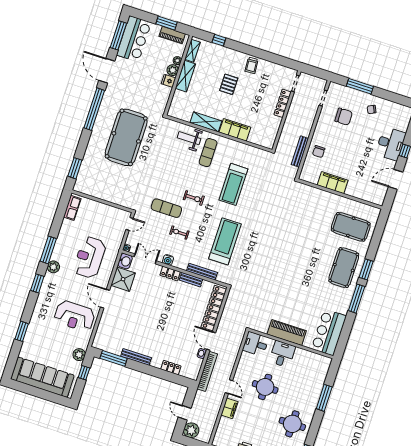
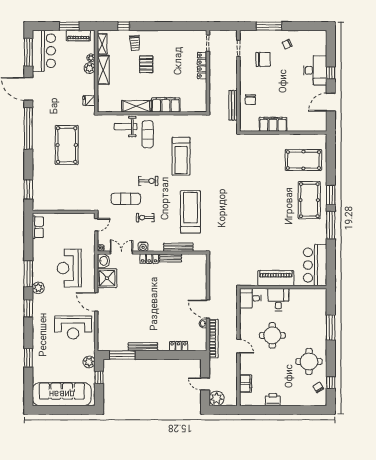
trolley: (252, 65) -> (135, 43), moved
fridge: (169, 81) -> (89, 101), moved
pool table: (126, 137) -> (67, 145), width x0.73, depth x0.76
locker: (214, 308) -> (200, 278), removed
filing cabinet: (229, 408) -> (246, 384), moved

